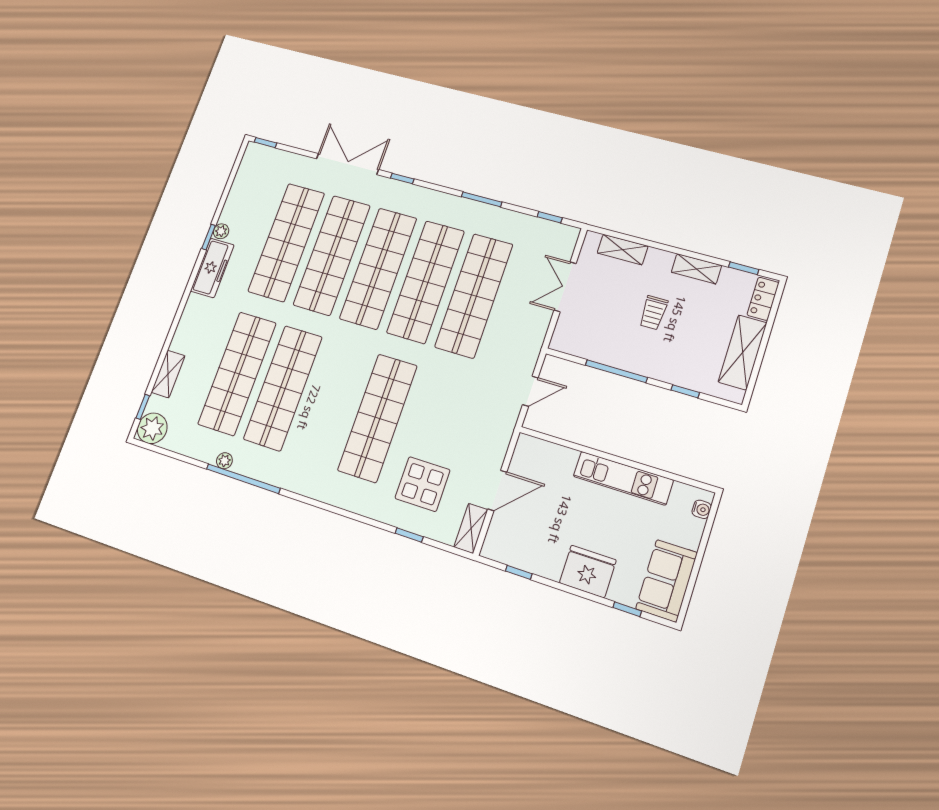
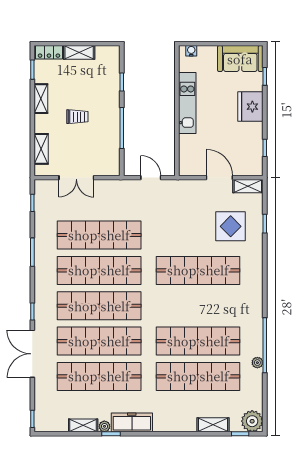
shelving: (233, 204) -> (83, 425), added
shelving: (743, 352) -> (79, 52), width x0.67, depth x0.75

